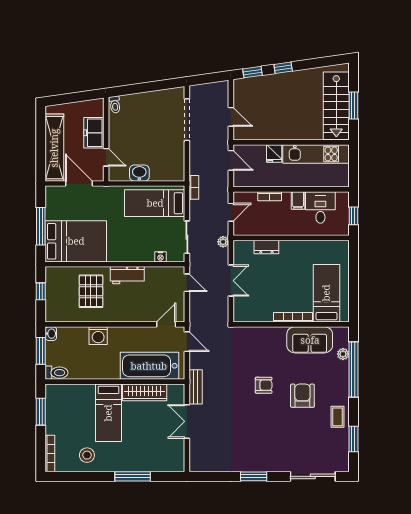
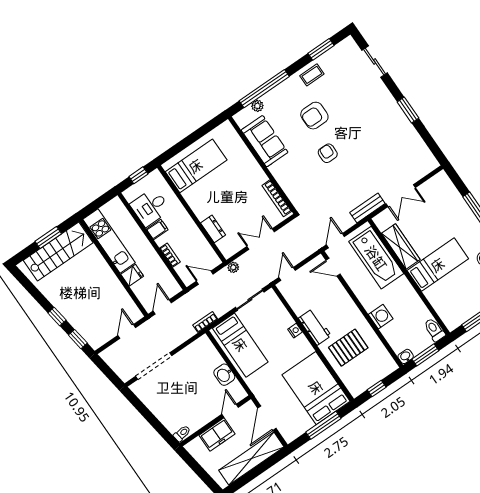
nightstand: (160, 257) -> (295, 331), moved
bed: (326, 293) -> (196, 166), moved, turned 180
bookcase: (293, 317) -> (277, 198), moved
sliding door: (313, 476) -> (375, 62), width x0.73

